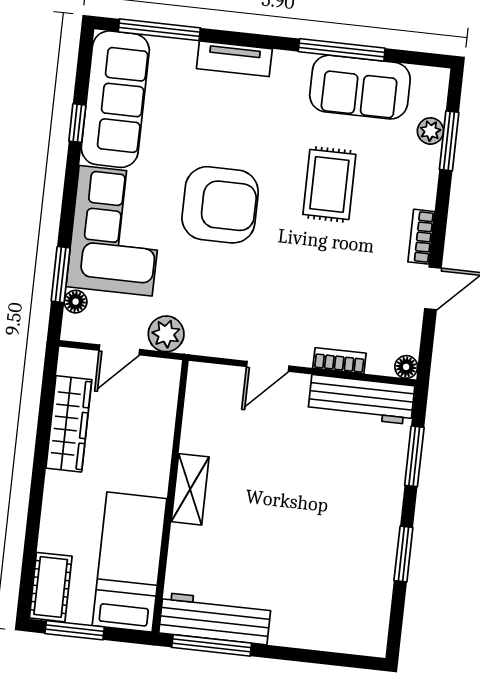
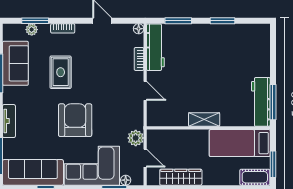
rug: (329, 184) -> (61, 72), turned 90
bookcase: (421, 237) -> (63, 28), moved

